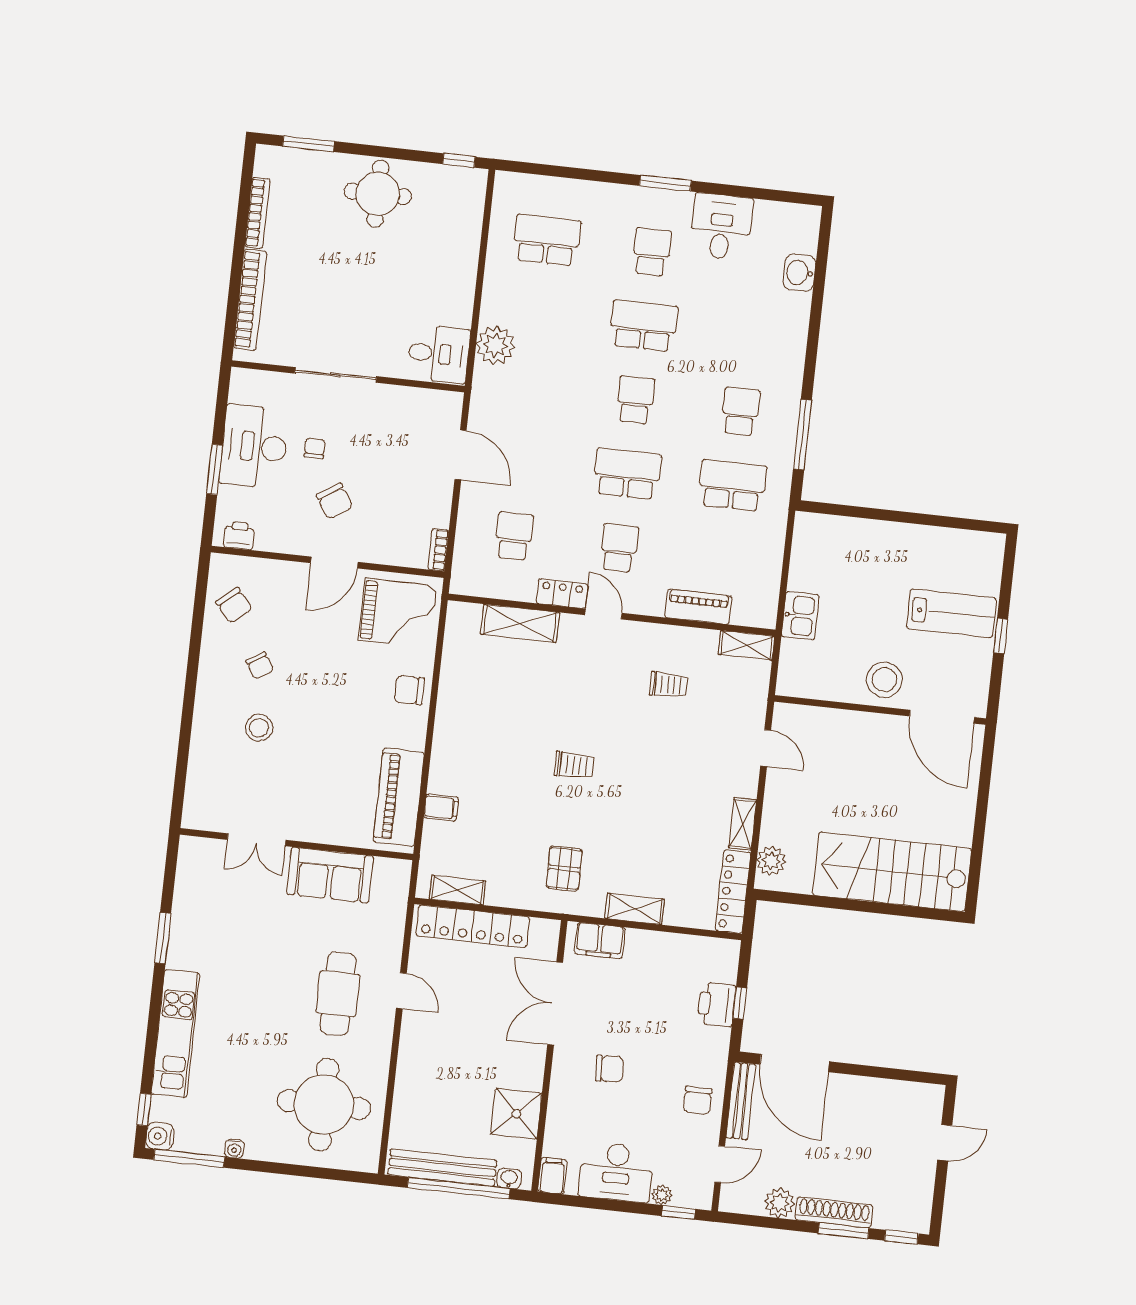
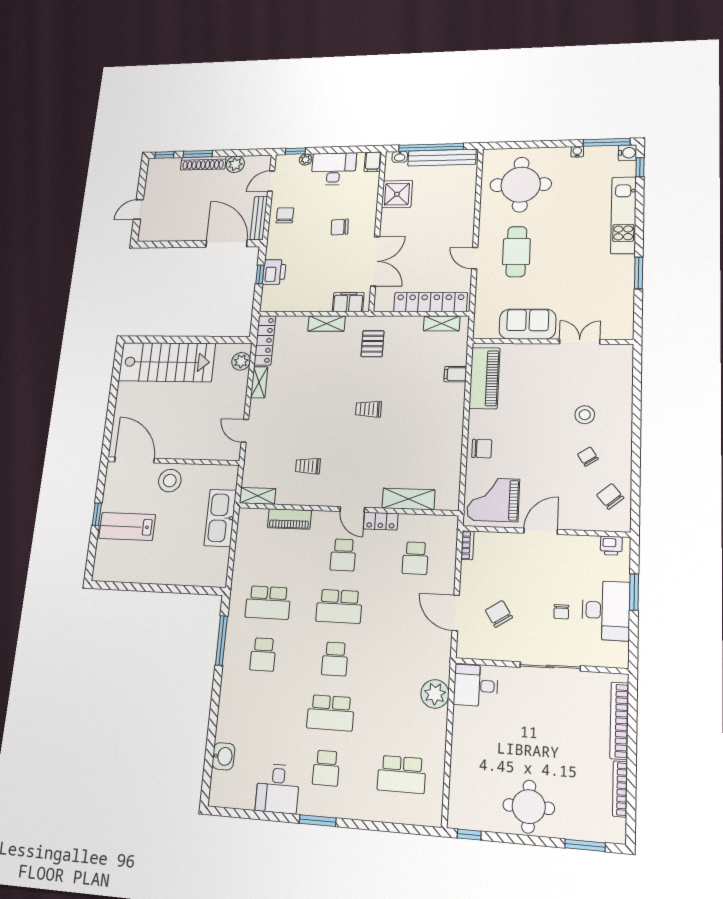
chair: (335, 501) -> (499, 614), moved
kitchen sink: (800, 616) -> (220, 518), width x1.88, depth x1.24

